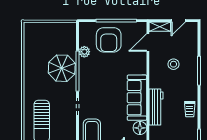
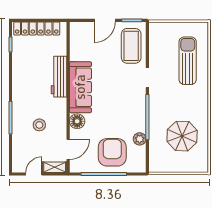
parasol: (62, 68) -> (182, 136), moved
trolley: (190, 109) -> (21, 74), removed
floor lamp: (140, 128) -> (77, 121), moved

